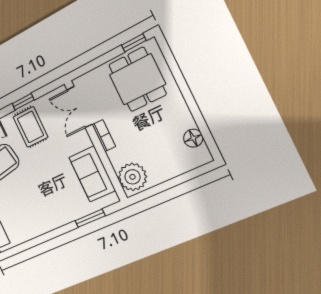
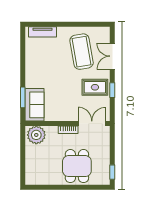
dining table: (137, 79) -> (77, 166), moved, turned 90
floor lamp: (193, 138) -> (43, 179), removed
sofa: (92, 174) -> (34, 105), moved, turned 90

